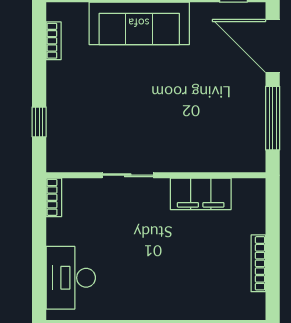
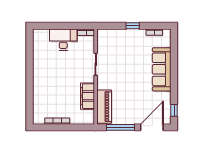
window: (39, 122) -> (133, 26), moved
piano: (225, 156) -> (104, 107), added
desk: (71, 278) -> (63, 40), moved

